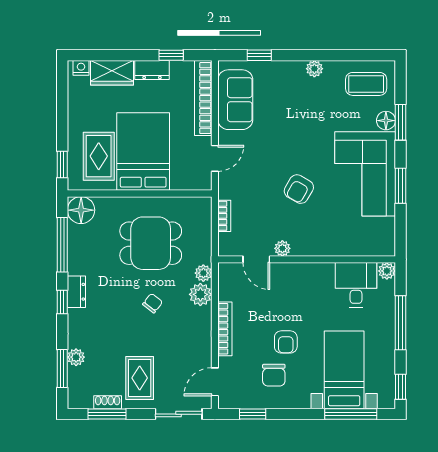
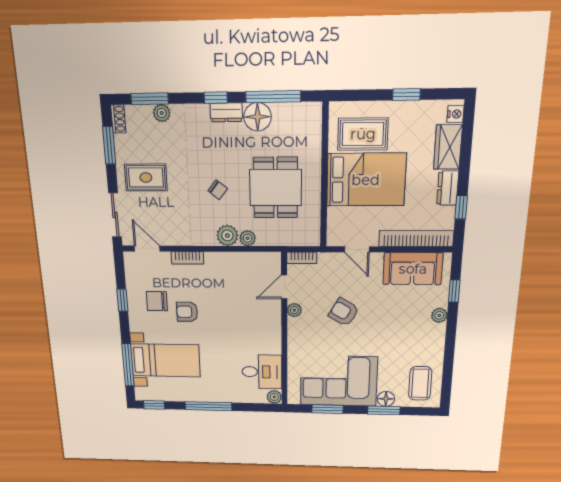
plant: (314, 69) -> (439, 315), moved
window: (62, 165) -> (406, 94), moved
armchair: (299, 189) -> (344, 312), moved
floor lamp: (81, 210) -> (258, 117), moved
plant: (282, 248) -> (294, 310), moved
door: (256, 259) -> (284, 287), moved
wall: (307, 259) -> (284, 331), moved
plant: (387, 271) -> (274, 397), moved
desk: (356, 285) -> (262, 372), moved
bookcase: (225, 329) -> (187, 258), width x0.64
shoe rack: (108, 402) -> (118, 119), moved
window: (253, 414) -> (122, 300), moved

